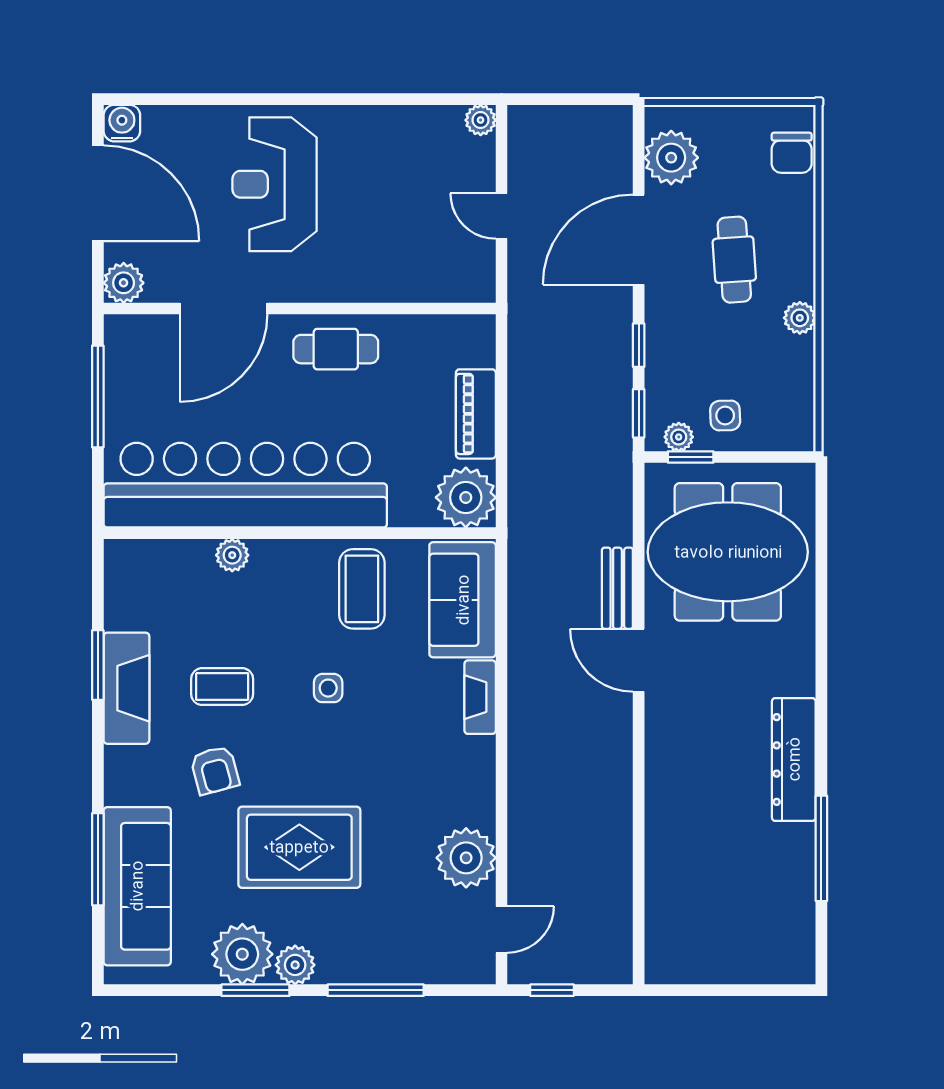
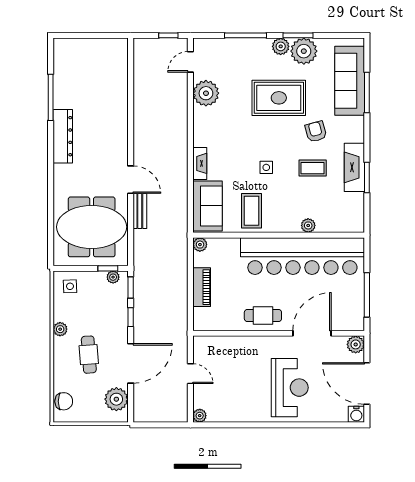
chair: (792, 153) -> (64, 401), turned 90
side table: (725, 416) -> (70, 286), moved
plant: (466, 497) -> (200, 245), width x0.53, depth x0.53

